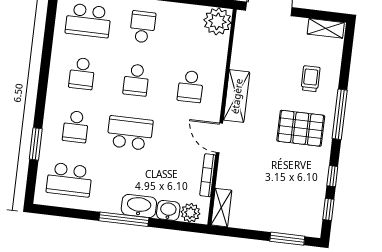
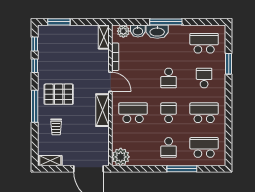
school desk: (82, 74) -> (204, 113), width x1.85
school desk: (190, 86) -> (133, 113), width x1.85
school desk: (130, 133) -> (169, 78), width x0.54

